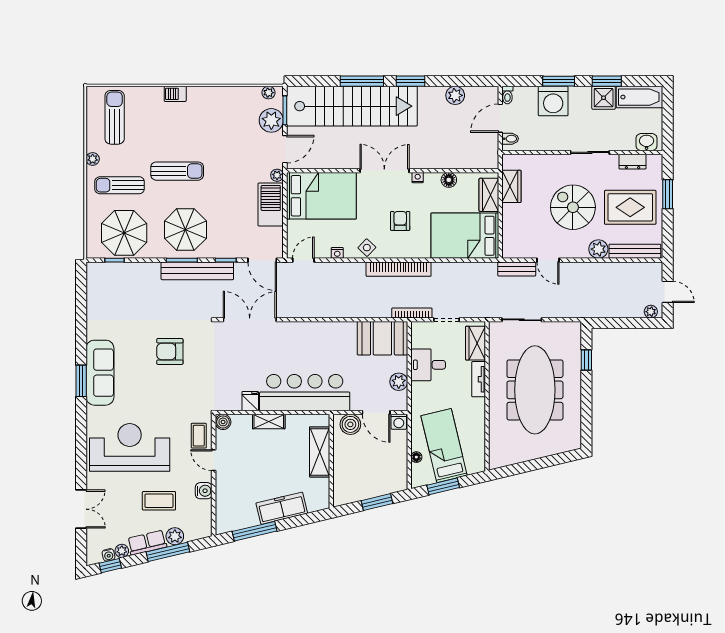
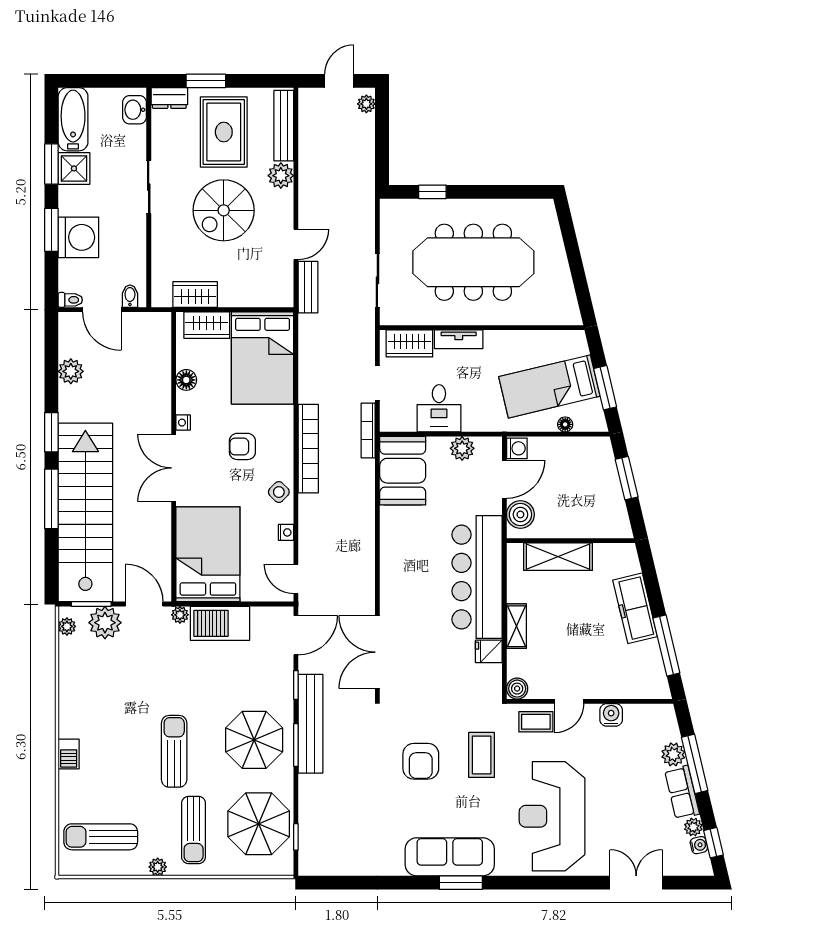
dresser: (633, 162) -> (169, 98), moved, turned 90
coffee table: (159, 501) -> (482, 755), moved

